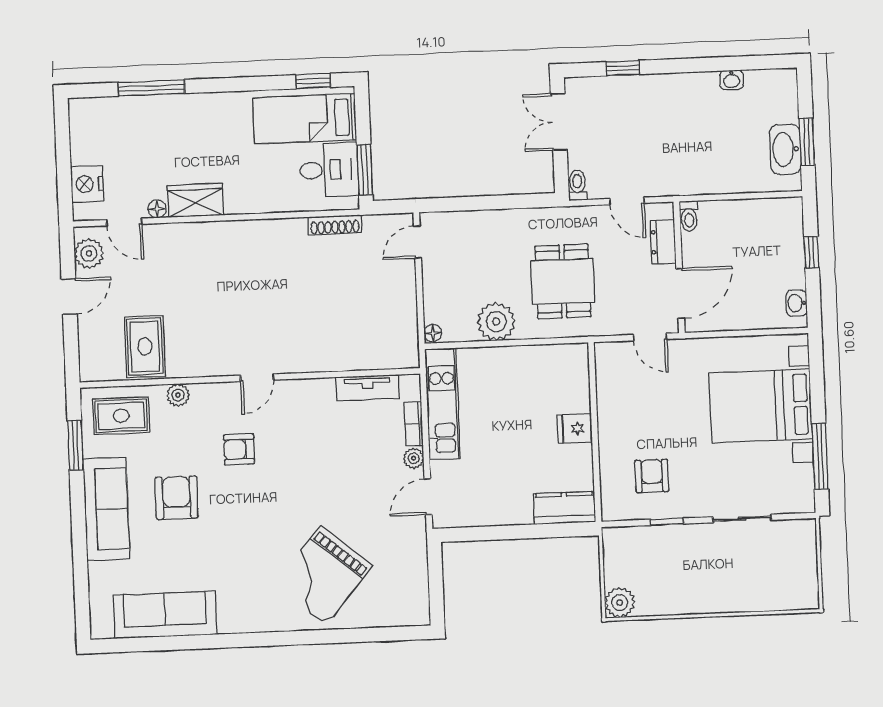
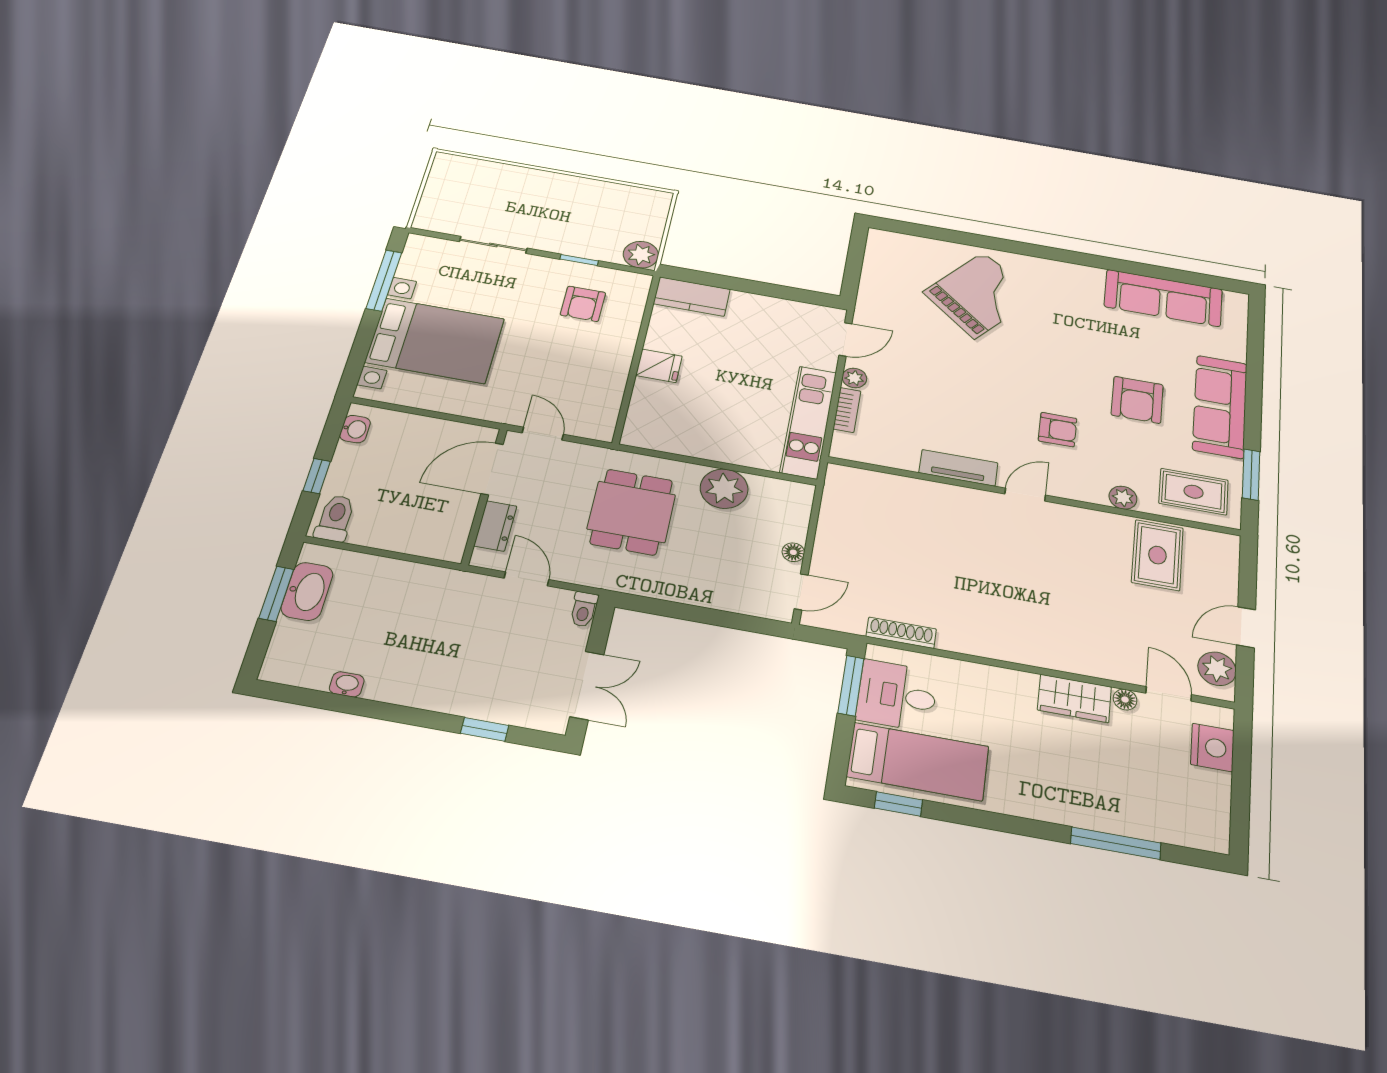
toilet: (689, 216) -> (335, 518), moved, width x1.37, depth x1.39
floor lamp: (433, 333) -> (793, 552), moved
tv unit: (368, 388) -> (958, 468), moved
plant: (620, 603) -> (641, 255), moved

